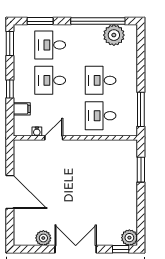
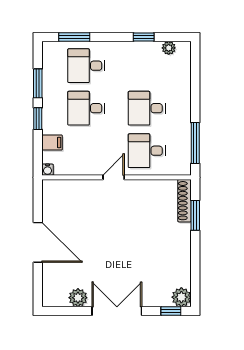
window: (98, 21) -> (144, 37), width x0.32
plant: (114, 35) -> (169, 48), width x0.53, depth x0.53
window: (10, 43) -> (38, 83), moved
water cooler: (37, 131) -> (48, 170), moved
door: (54, 138) -> (114, 177), moved
shoe rack: (132, 157) -> (185, 201), added

